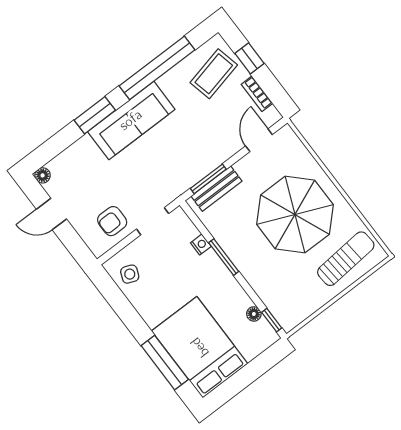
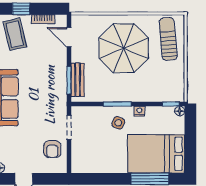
nightstand: (201, 245) -> (139, 111), moved
side table: (130, 274) -> (118, 123), moved
floor lamp: (254, 314) -> (180, 111), moved

